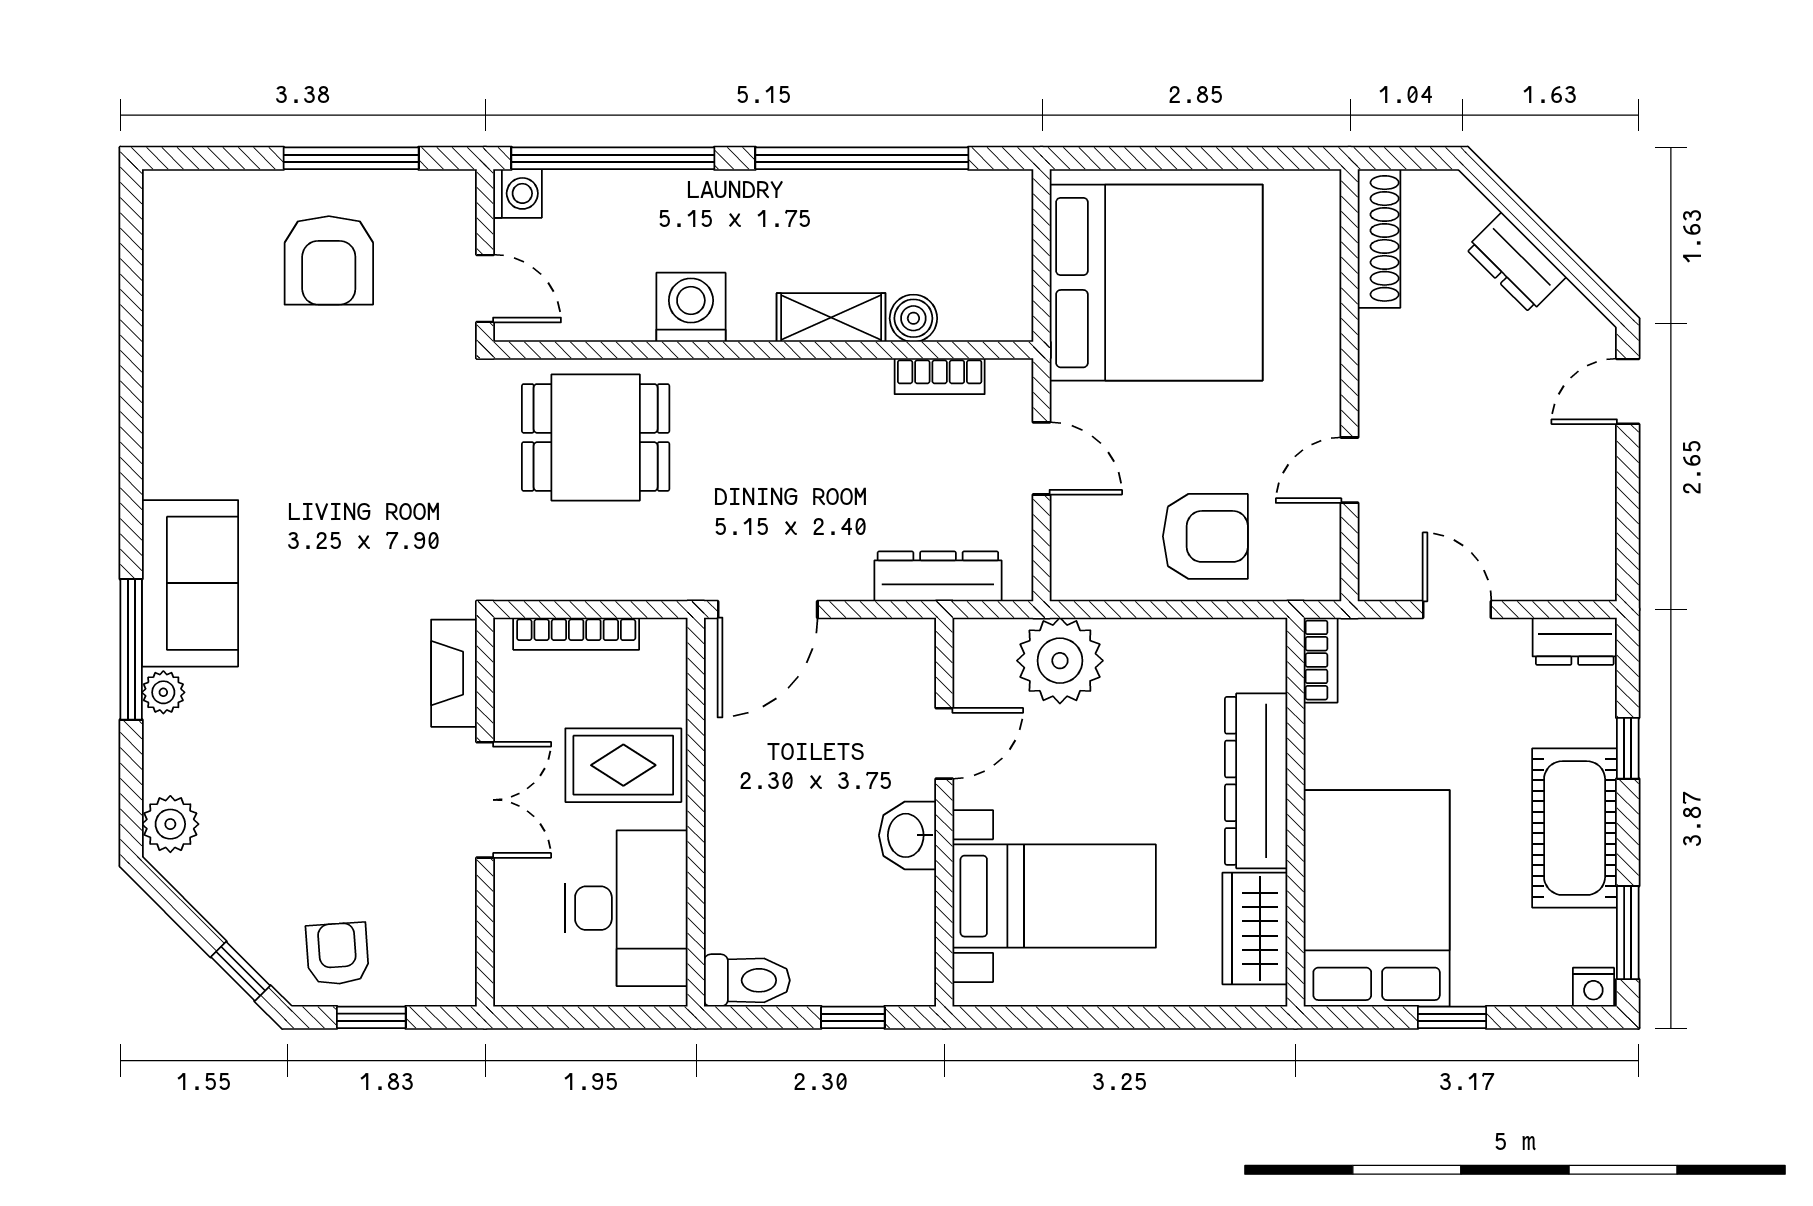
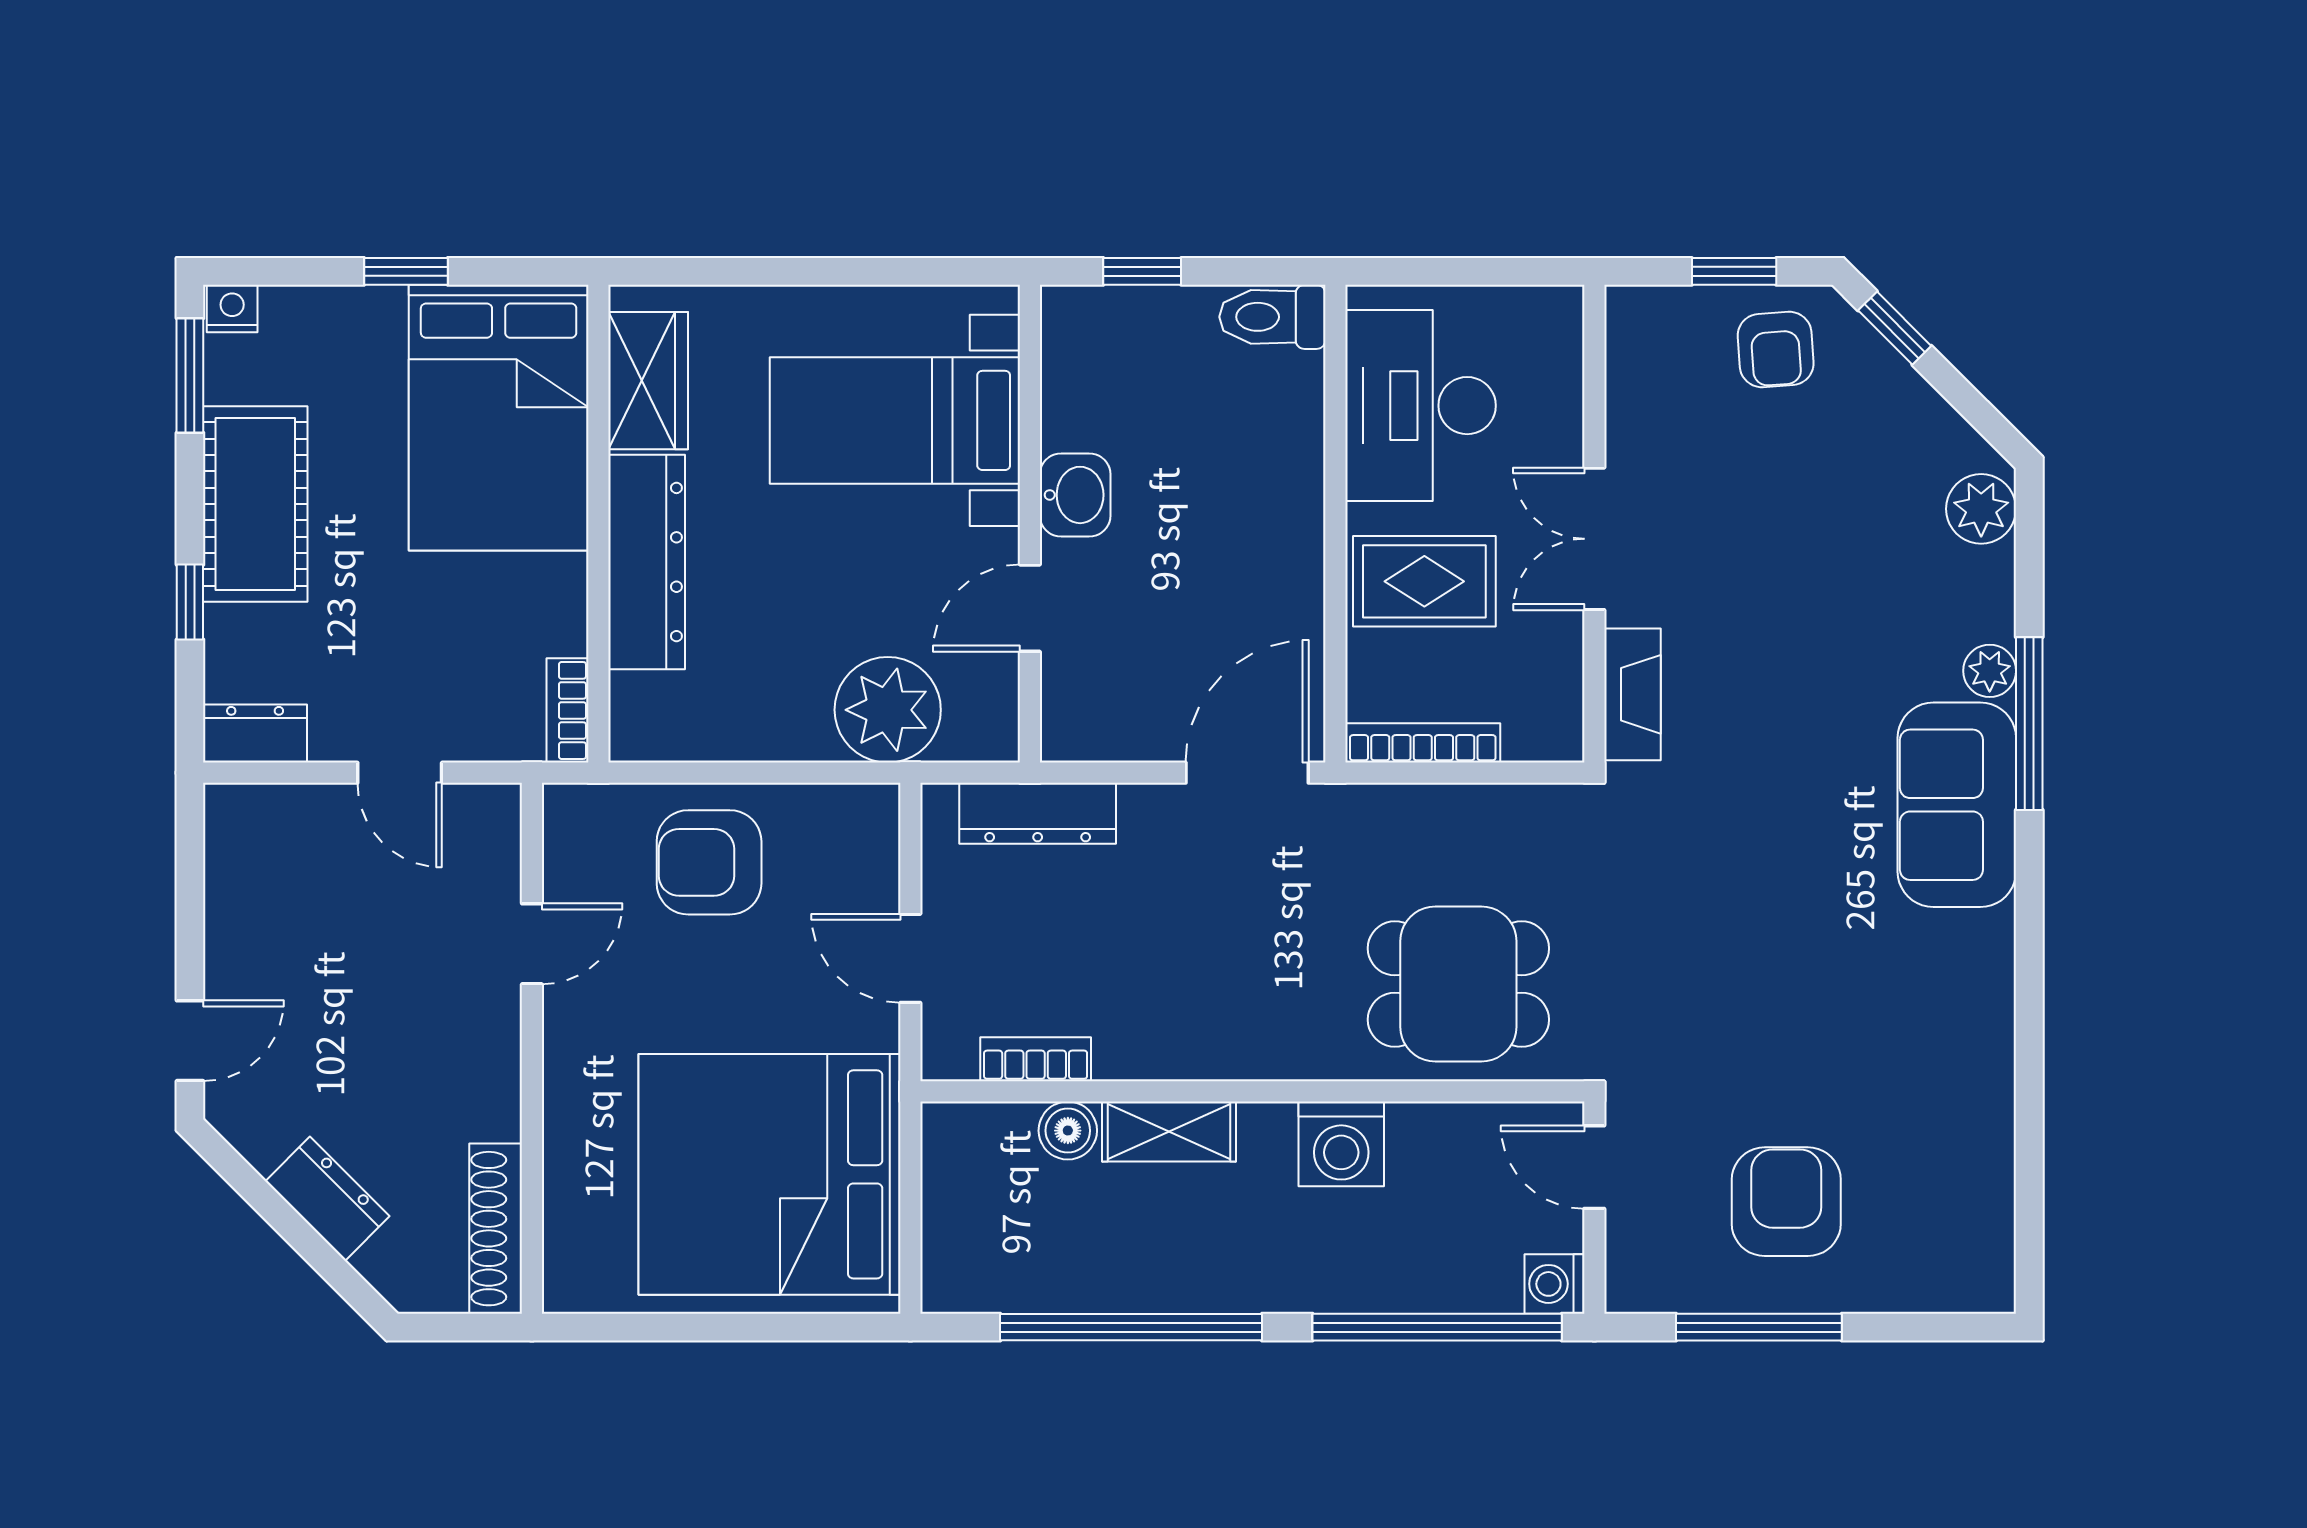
bookcase: (576, 634) -> (1423, 743), moved

